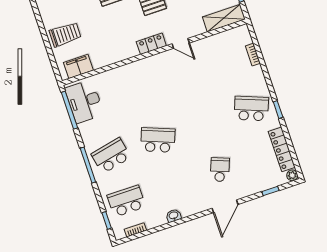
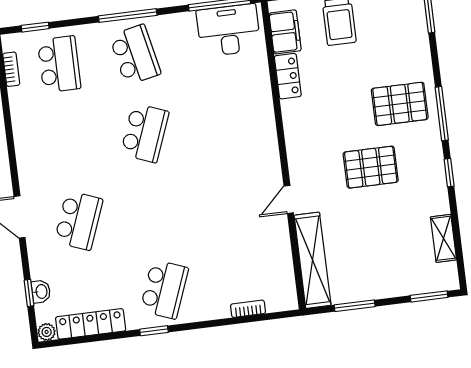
shelving: (224, 18) -> (313, 260), width x1.47
locker: (151, 44) -> (288, 76), moved
school desk: (220, 170) -> (79, 221), width x1.85
washbasin: (174, 216) -> (41, 292), moved

